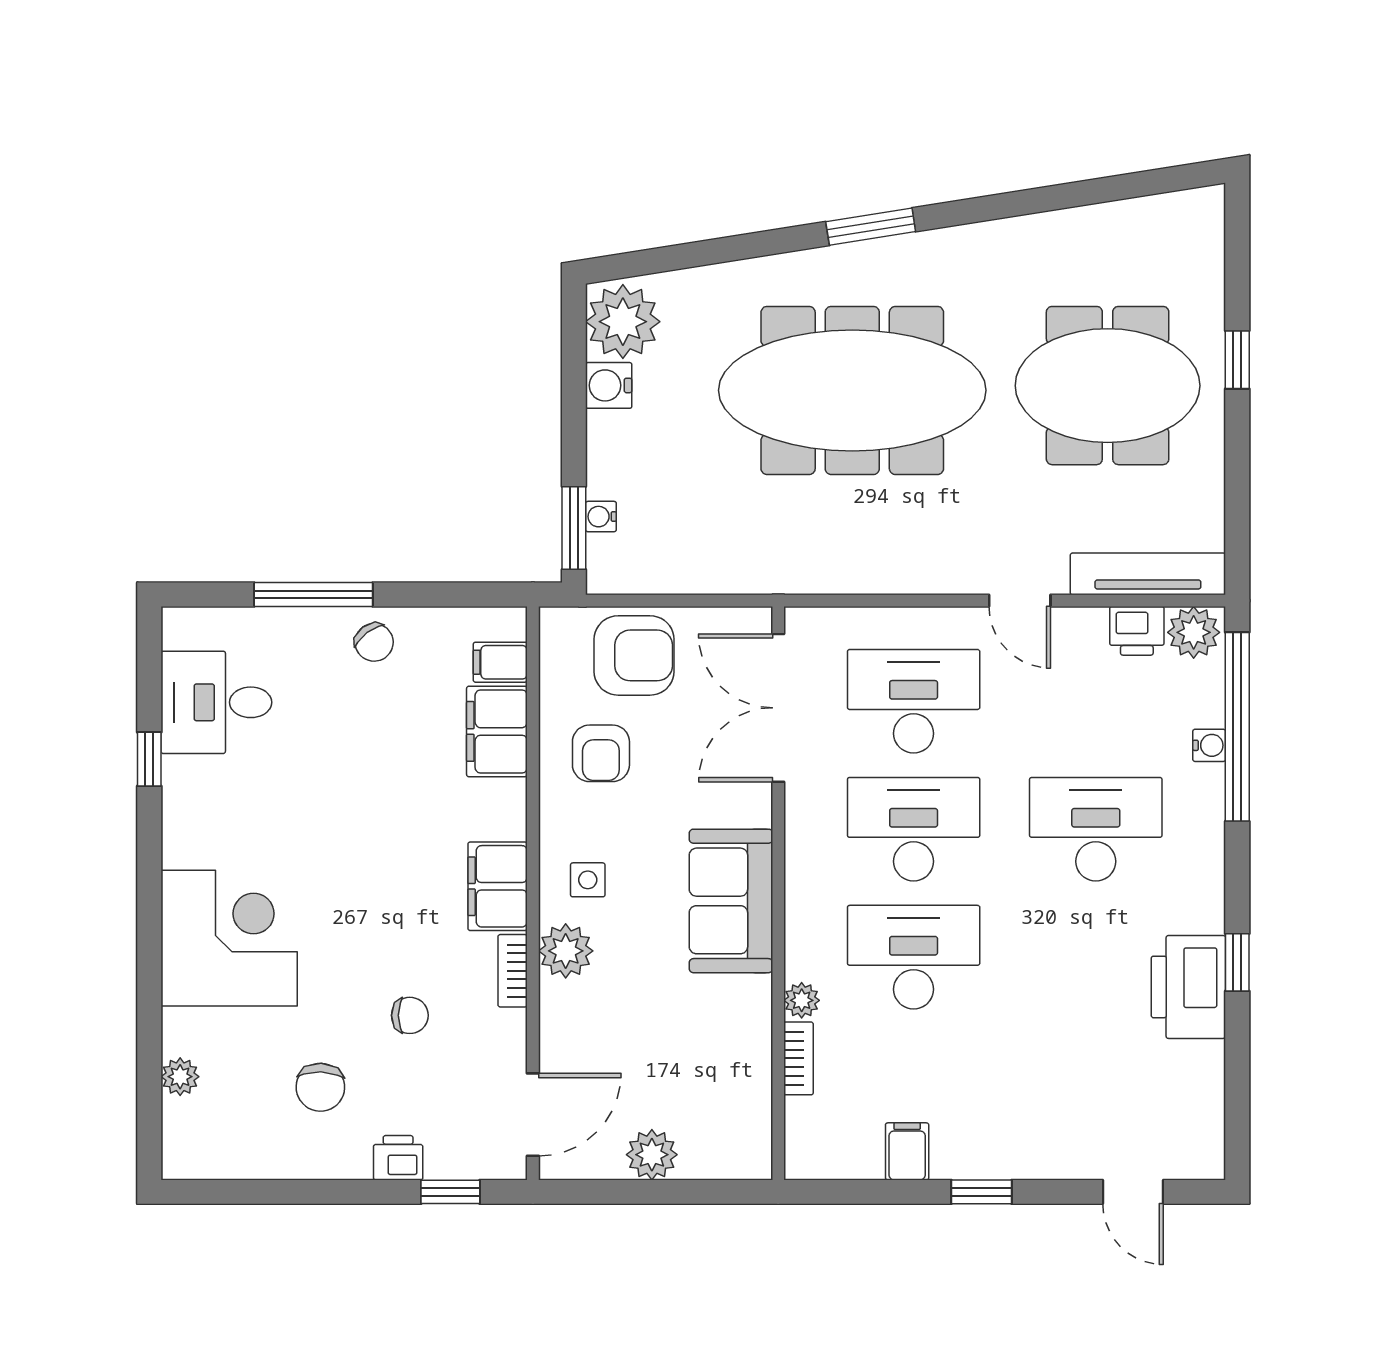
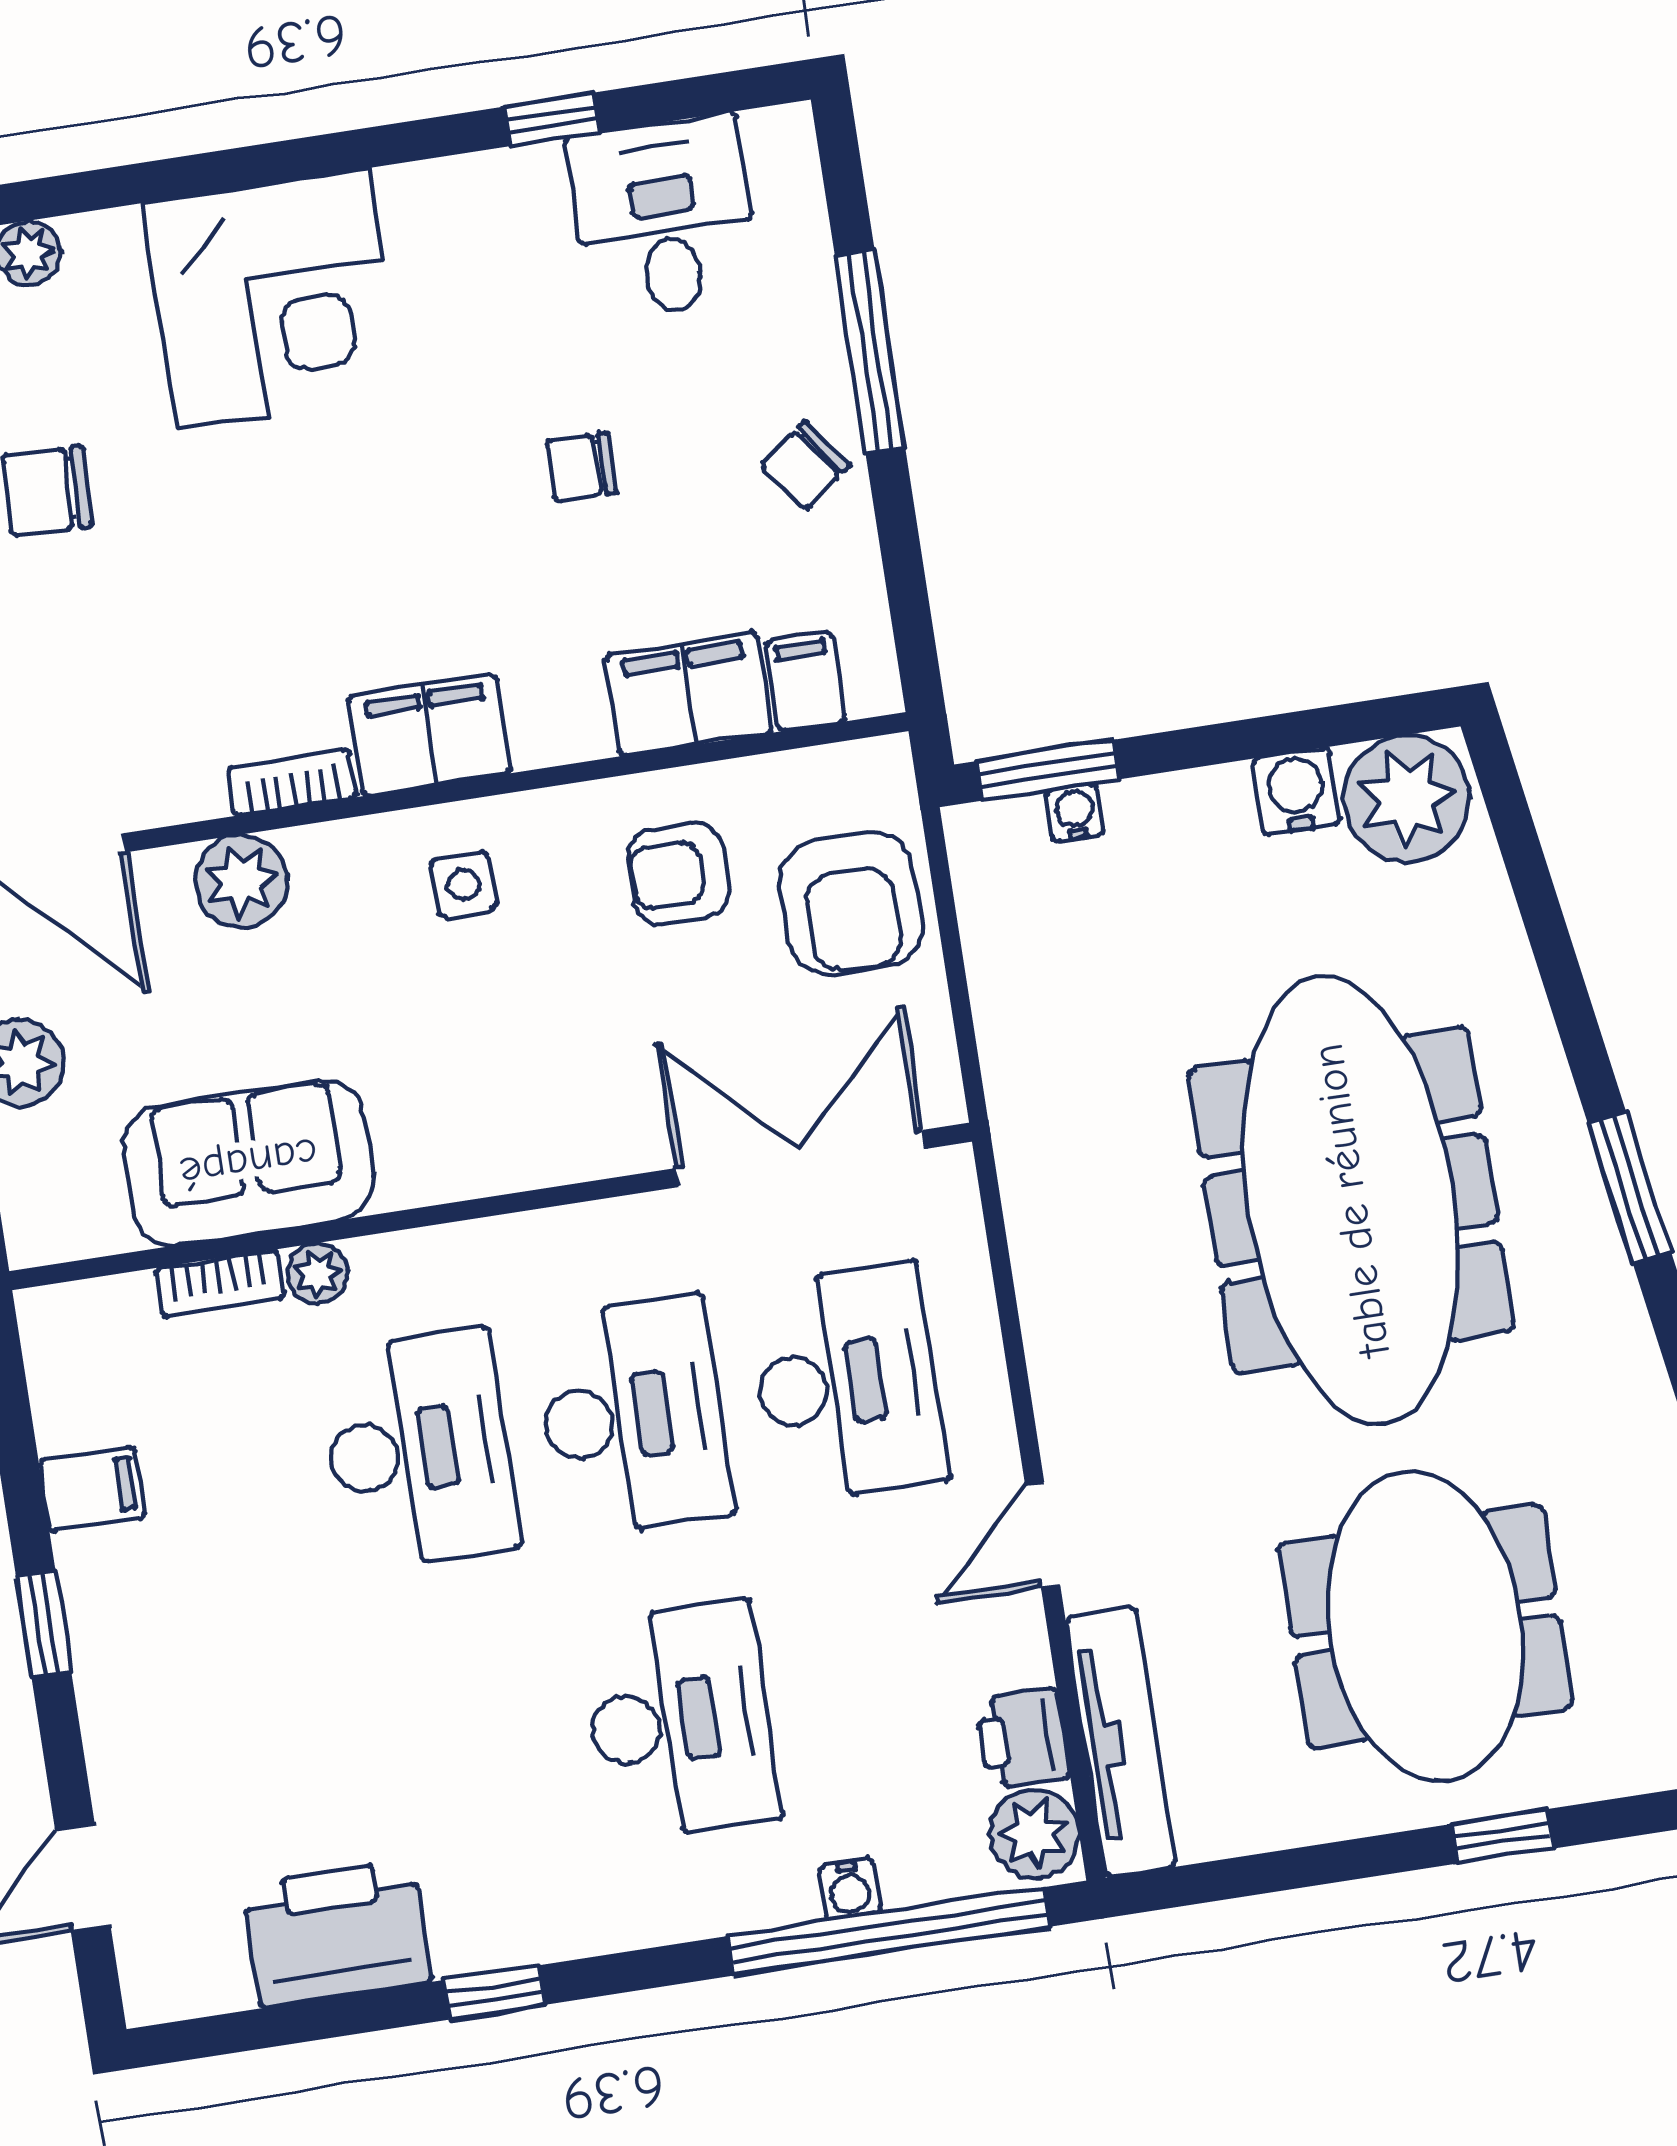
sofa: (731, 901) -> (249, 1163), moved
plant: (566, 951) -> (241, 881), moved
printer: (1188, 987) -> (337, 1933), moved
chair: (410, 1015) -> (581, 467), moved, turned 90

